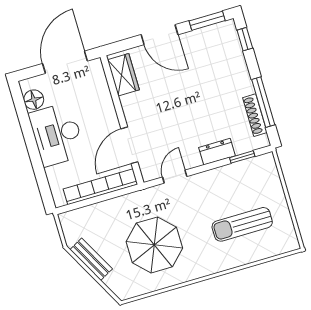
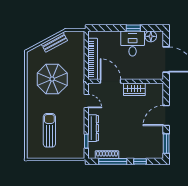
window: (245, 39) -> (140, 161), moved
wardrobe: (123, 75) -> (134, 89), moved
window: (28, 133) -> (133, 28), added
desk: (57, 134) -> (133, 43), width x0.73
dresser: (217, 152) -> (93, 128), width x1.44

